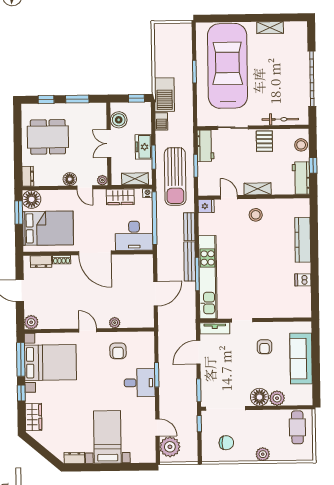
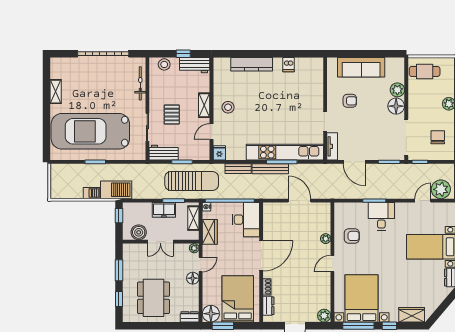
barbecue: (161, 121) -> (91, 193), moved
pallet: (264, 141) -> (172, 115), moved, turned 90

